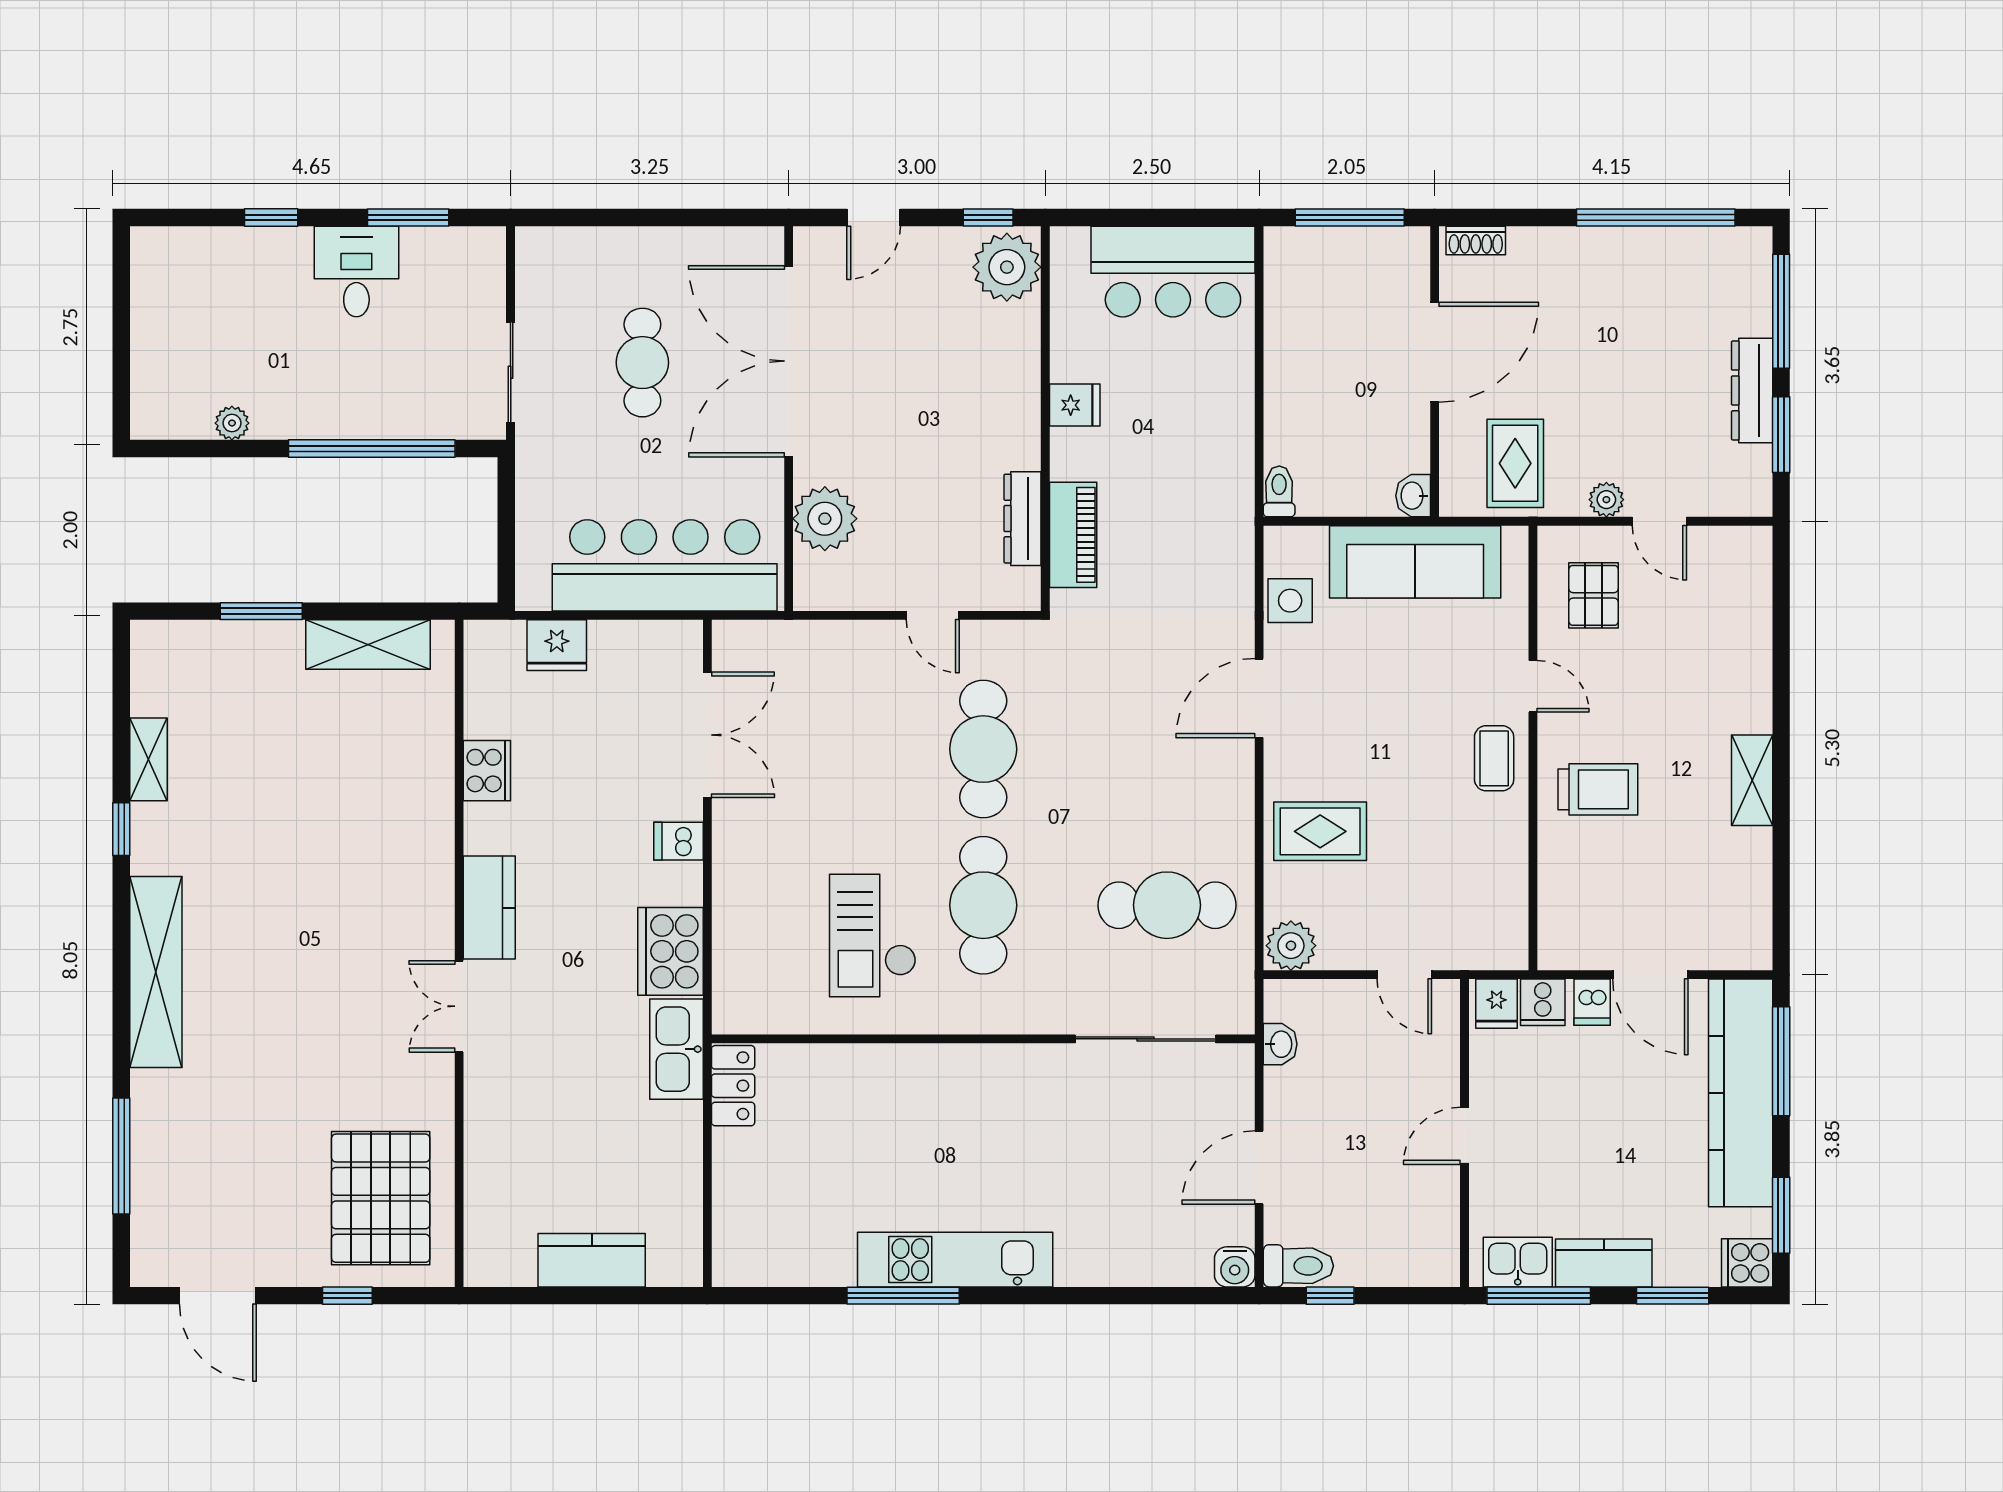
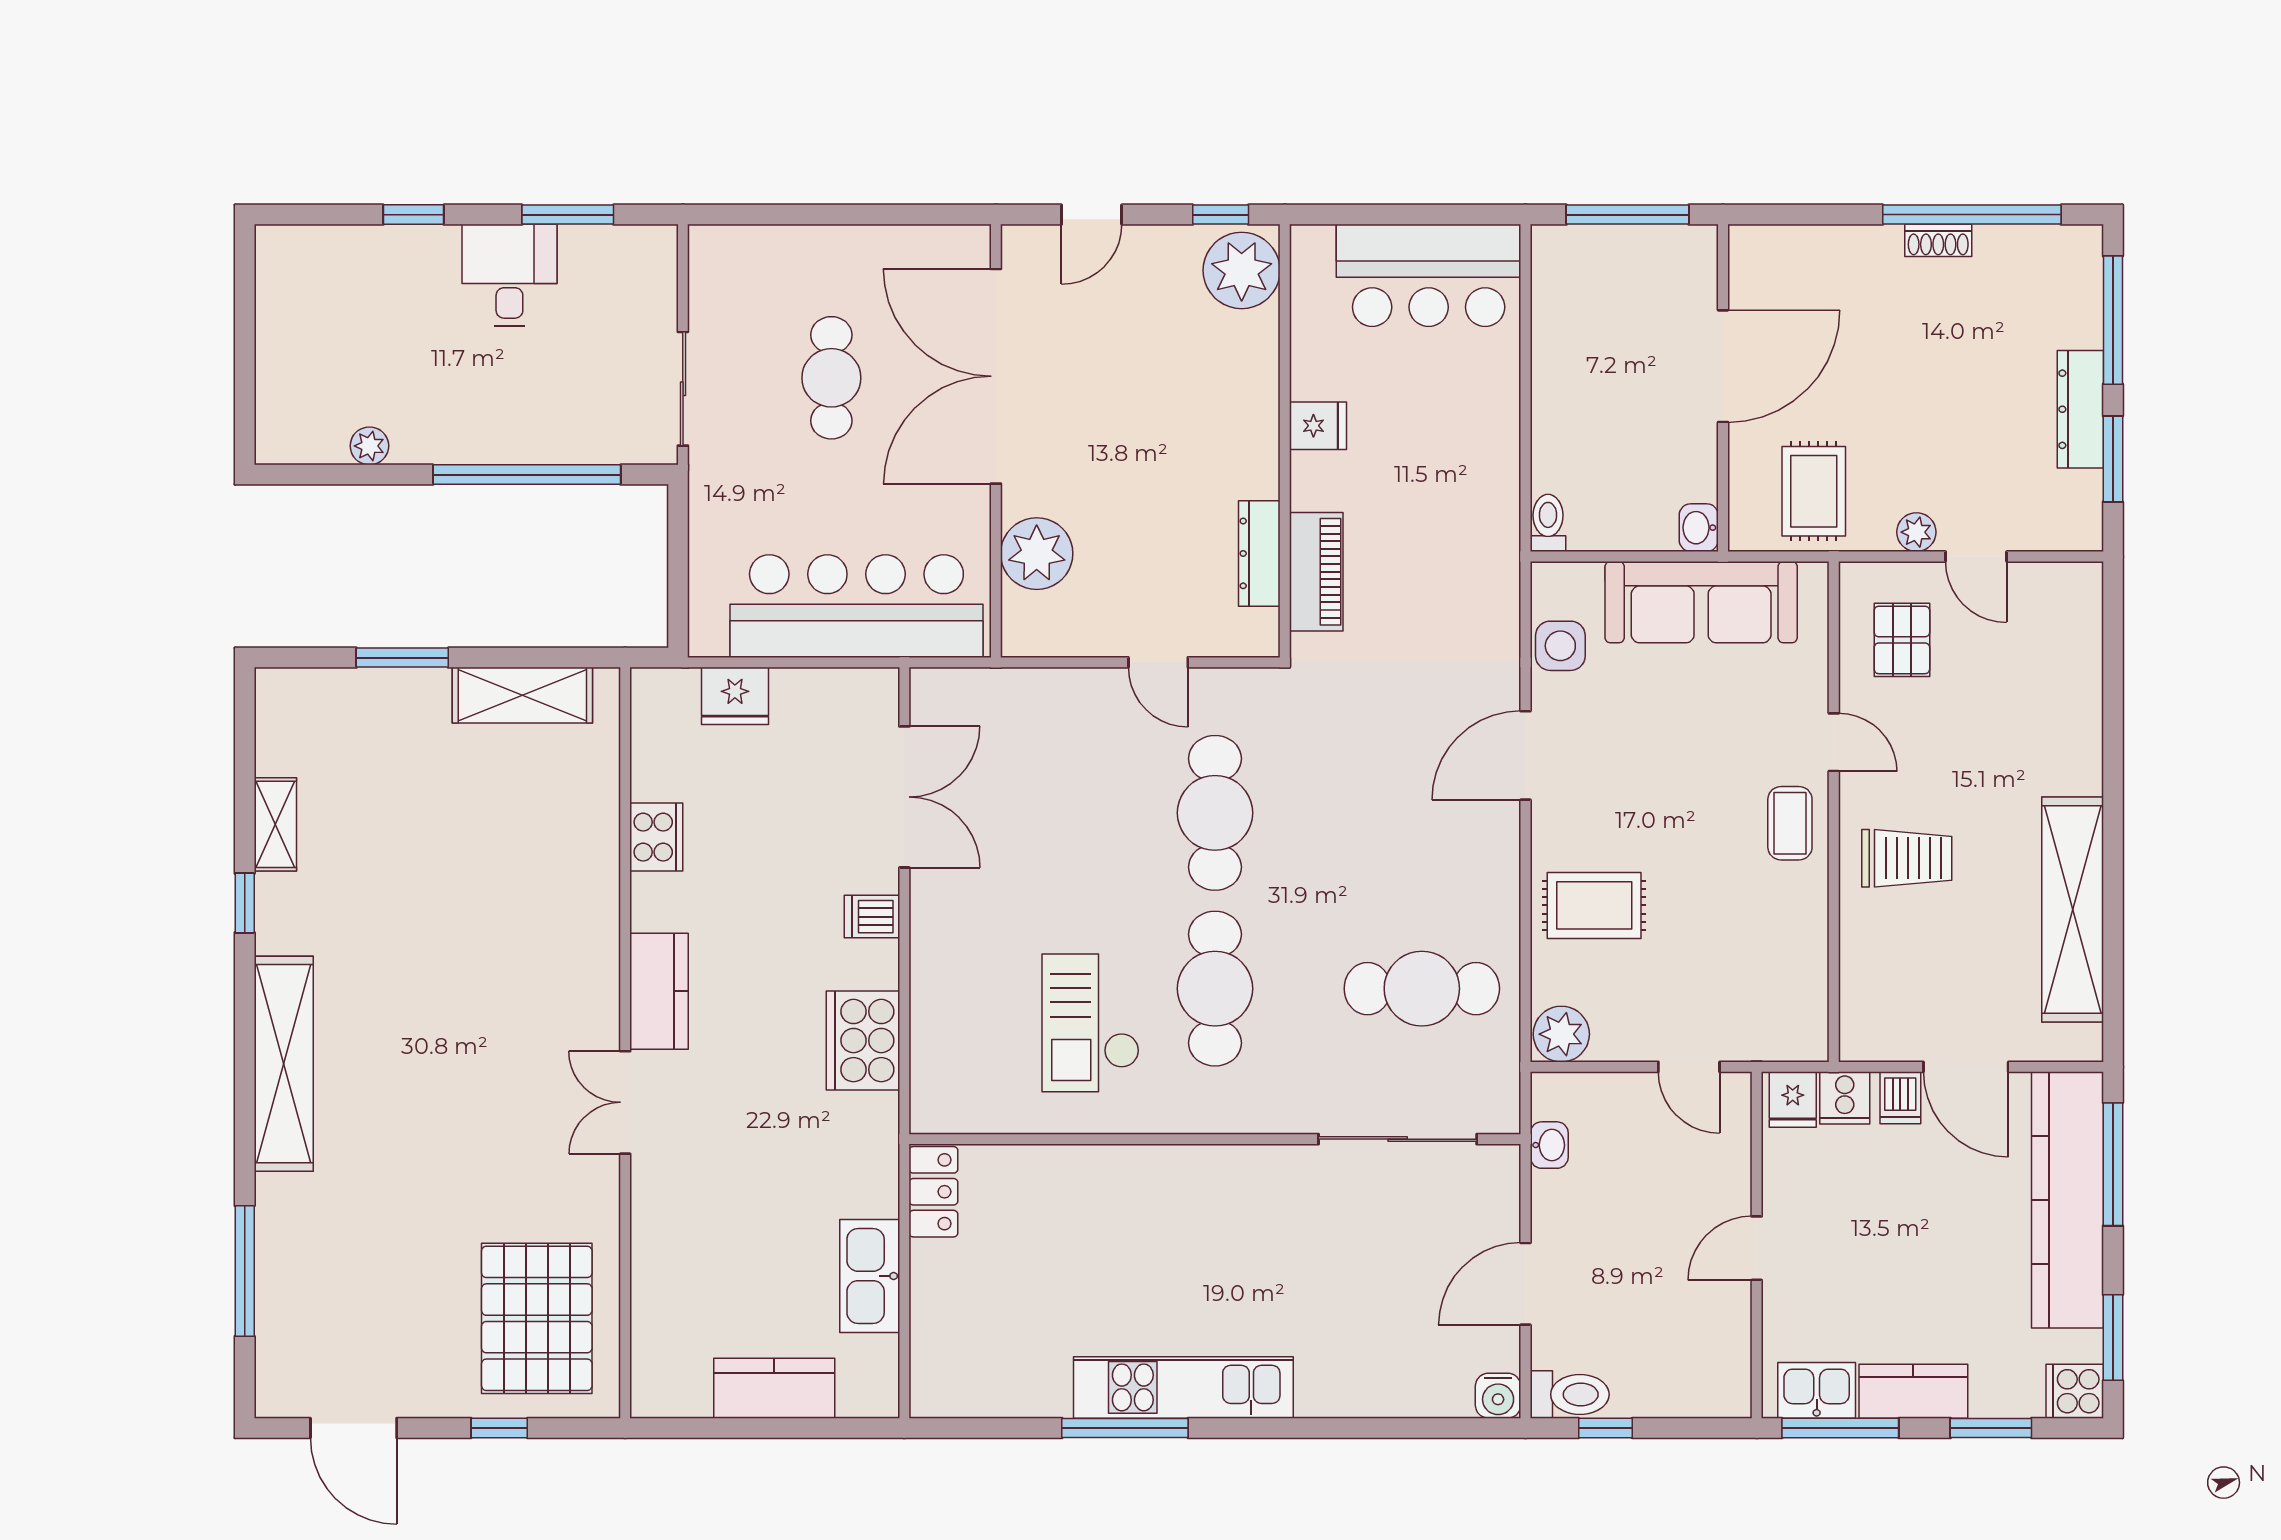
shoe rack: (1476, 241) -> (1938, 240), moved
shelving: (1752, 780) -> (2073, 909), width x2.20, depth x1.33
kitchen sink: (676, 1049) -> (870, 1276), moved

